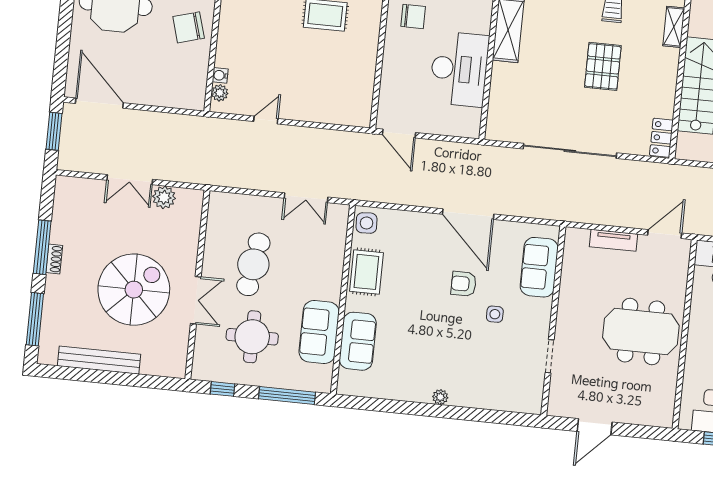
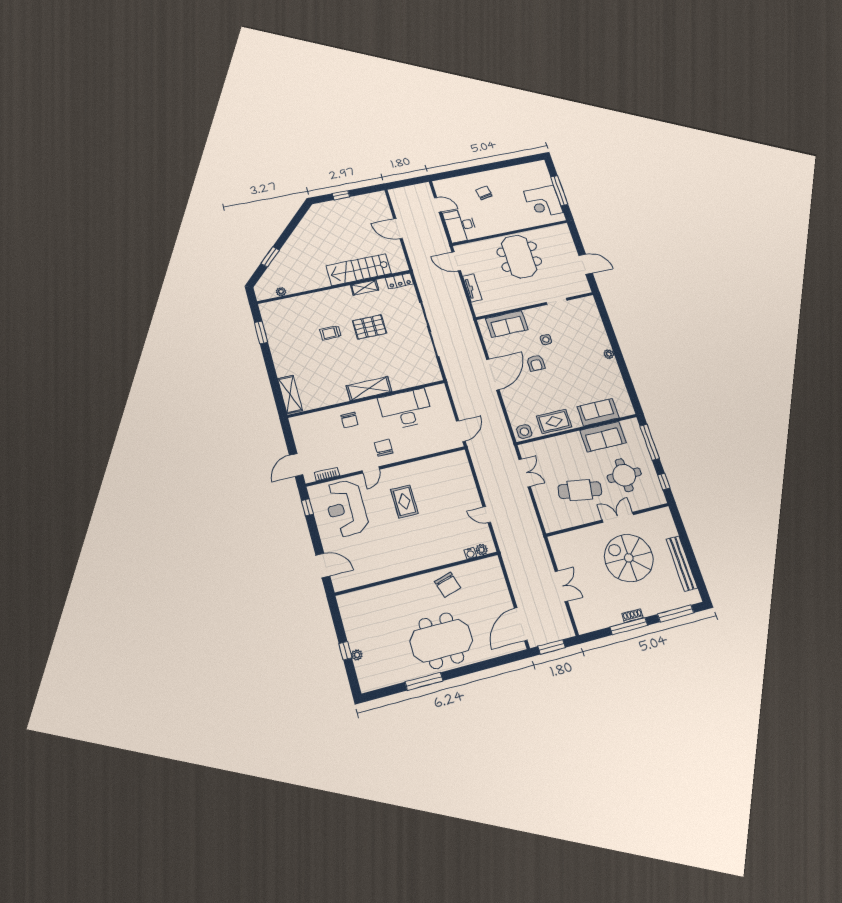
shelving: (674, 27) -> (364, 288), moved
plant: (164, 197) -> (563, 560), removed

